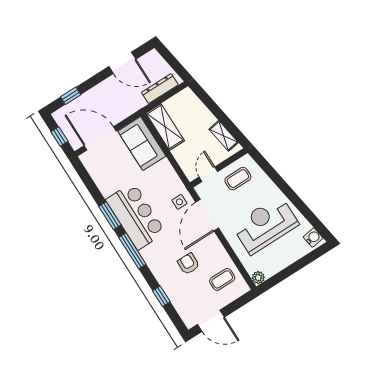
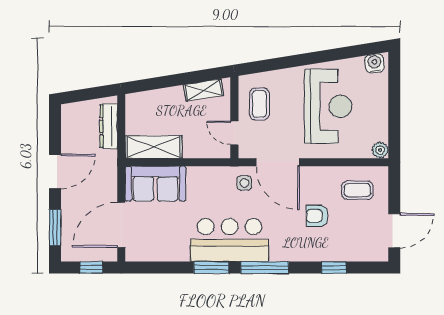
door: (122, 63) -> (55, 171), moved
window: (71, 96) -> (55, 228), width x1.50
reception desk: (265, 225) -> (328, 106), turned 180
coffee table: (222, 279) -> (357, 190), turned 90

